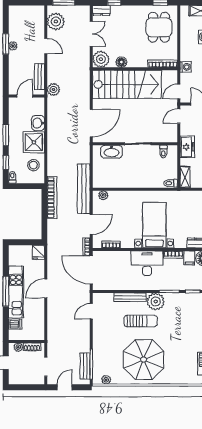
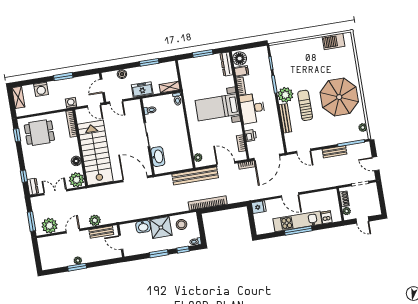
plant: (53, 90) -> (95, 220), moved
printer: (118, 256) -> (251, 135), added
bench: (85, 366) -> (334, 152), moved

